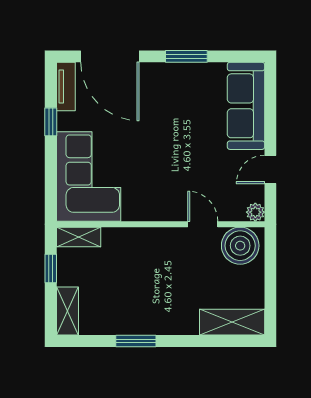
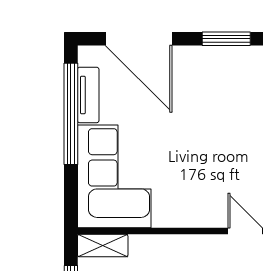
tv unit: (66, 87) -> (88, 95), moved
window: (51, 122) -> (71, 114), width x3.17

